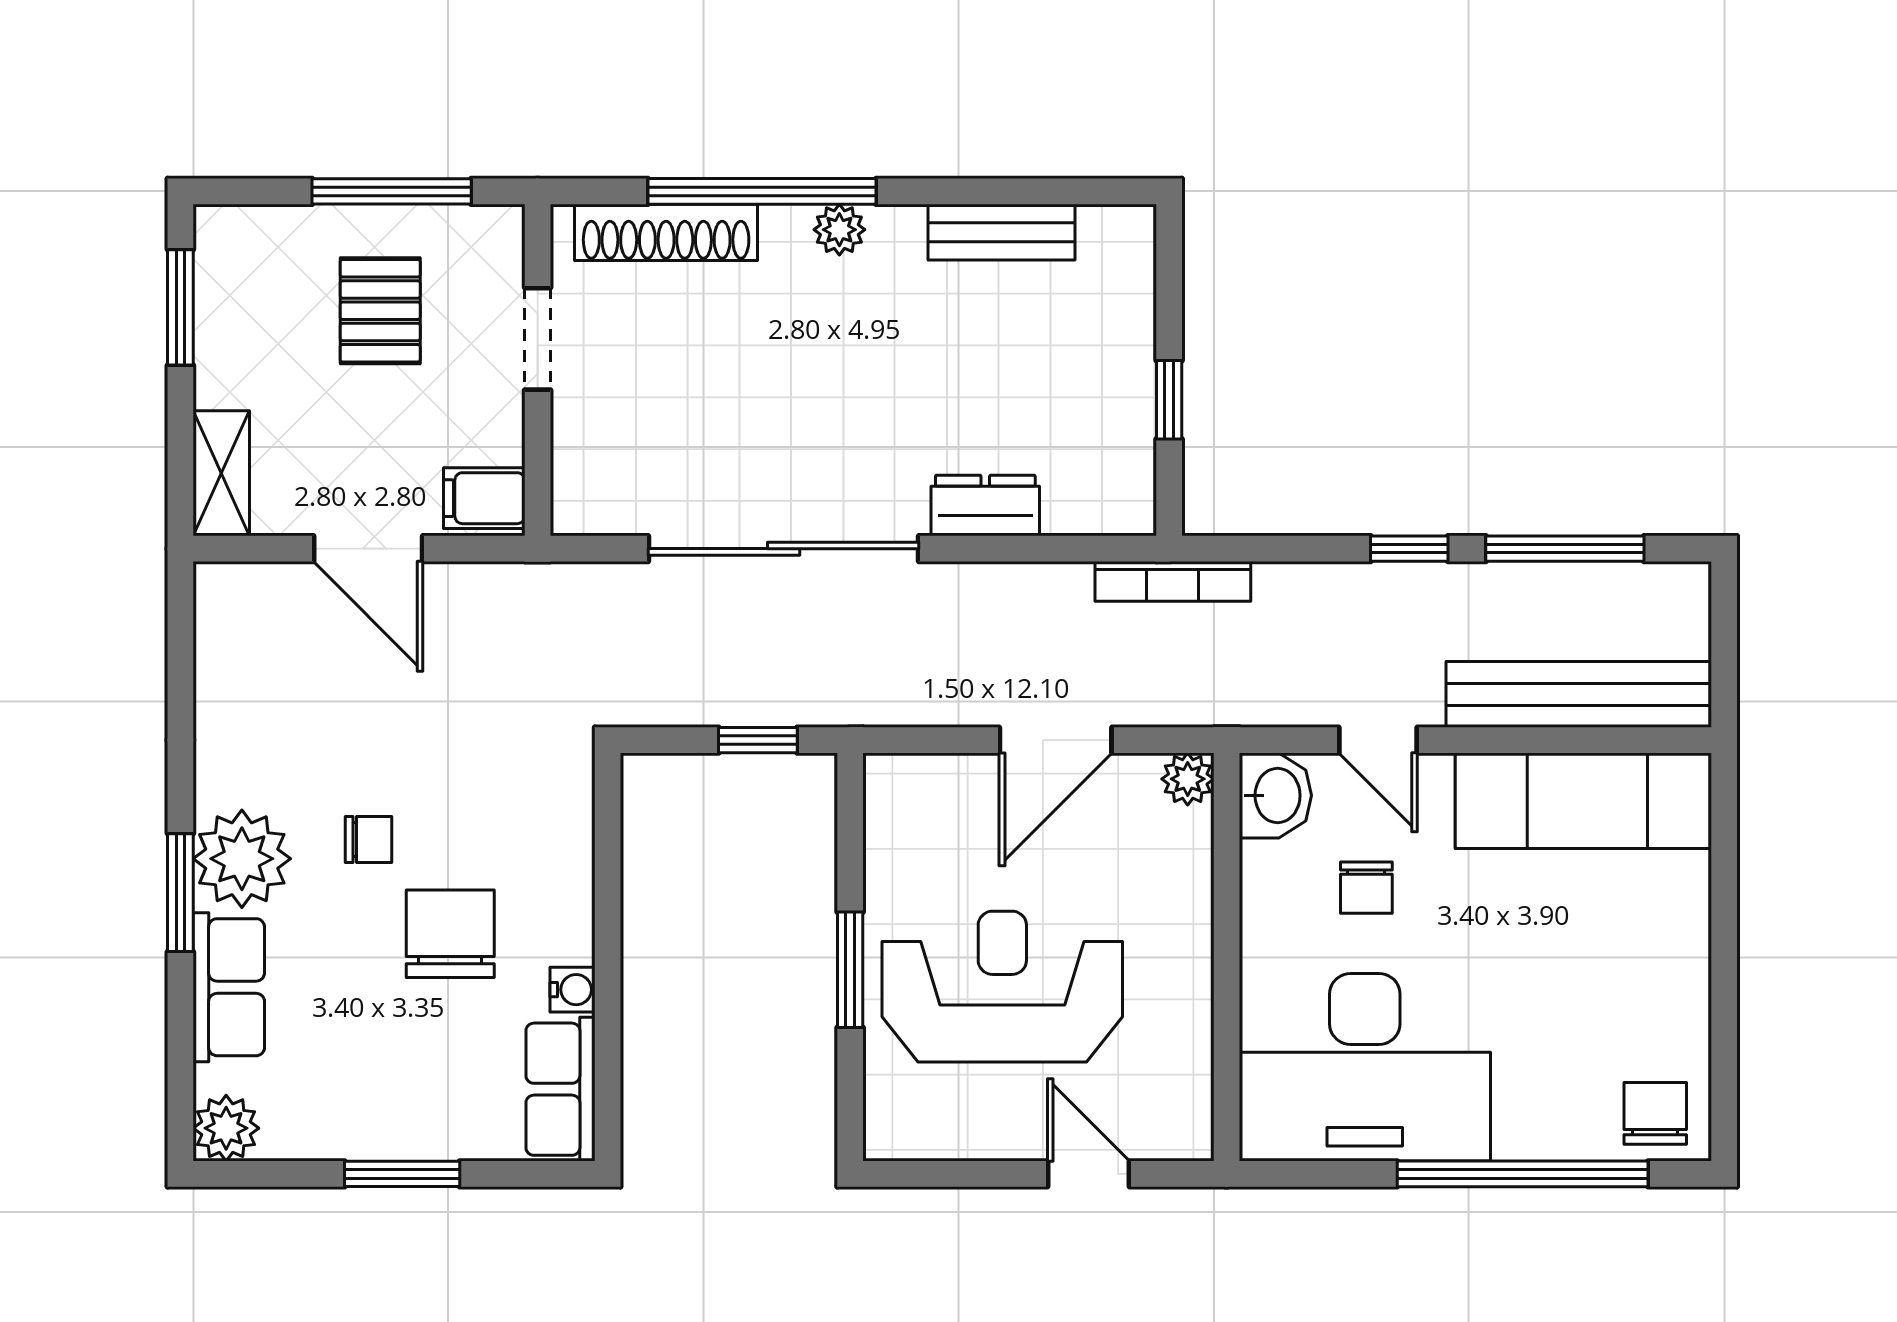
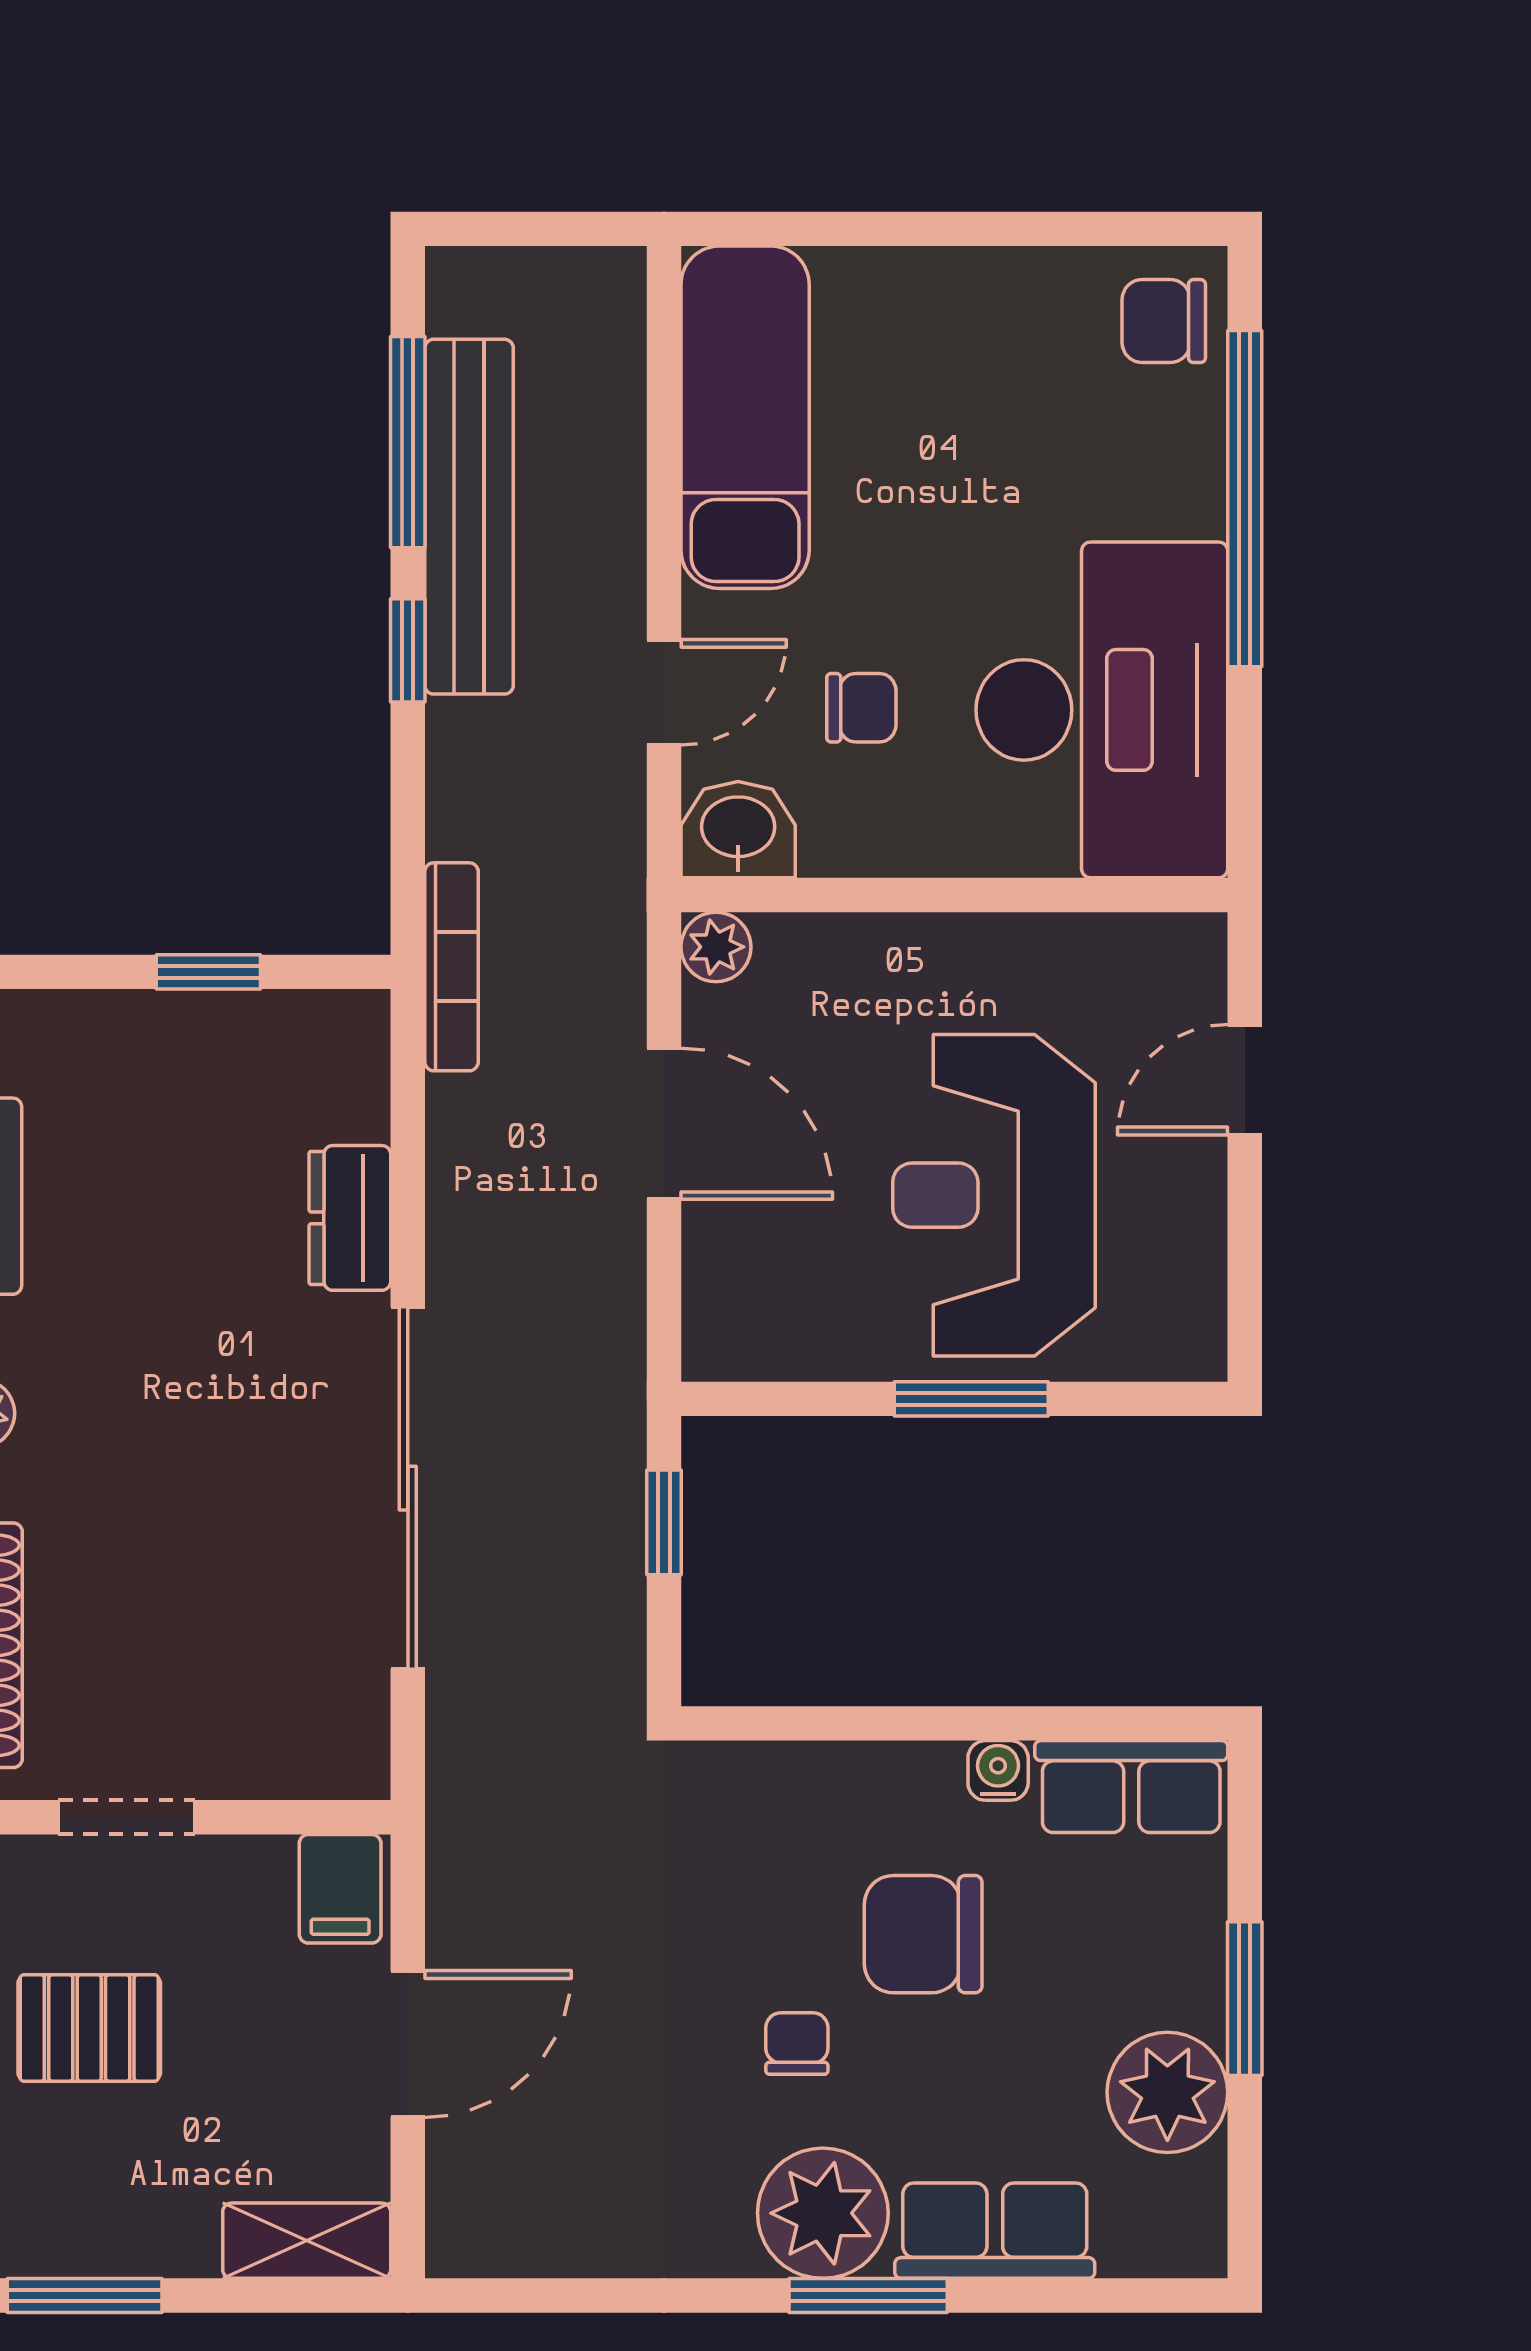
bench: (1579, 694) -> (469, 517), moved
plant: (226, 1128) -> (1167, 2092), moved, width x1.36, depth x1.36

